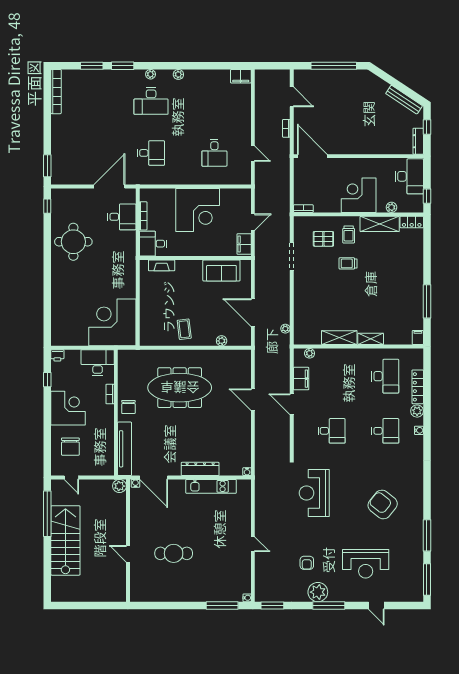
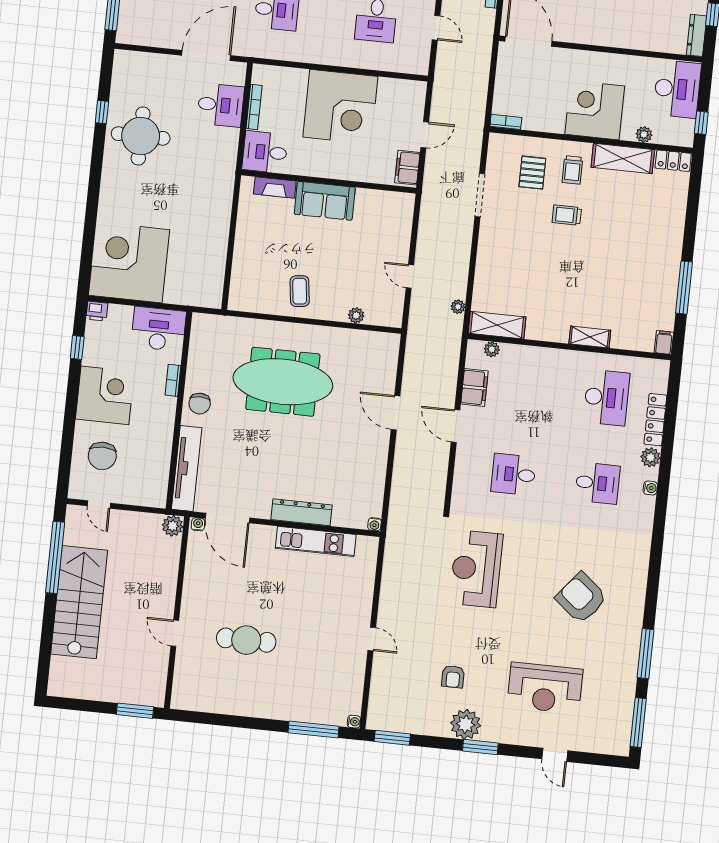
window: (47, 206) -> (102, 112), moved
pallet: (323, 239) -> (532, 173), turned 90
sofa: (221, 270) -> (325, 201), moved
door: (253, 313) -> (410, 276), width x0.53
corner desk: (112, 322) -> (129, 262), moved
shelving: (339, 338) -> (497, 325), moved
desk: (332, 431) -> (513, 474), turned 180
window: (108, 605) -> (135, 711), added
window: (329, 605) -> (480, 747), width x0.69

